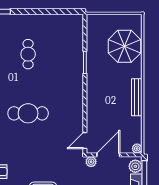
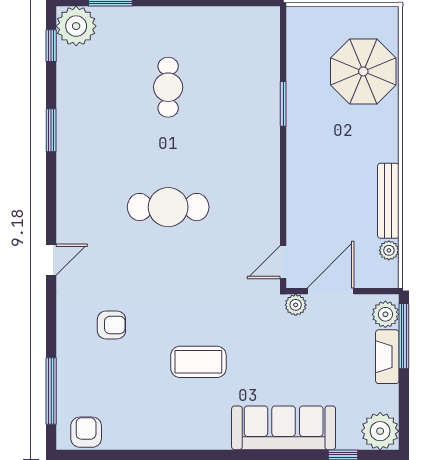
bench: (137, 97) -> (388, 201), moved
plant: (137, 148) -> (389, 250), moved

